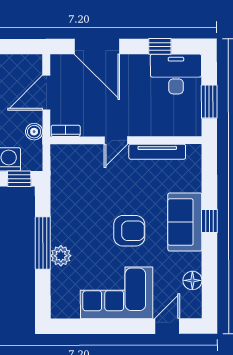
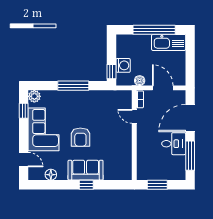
window: (160, 46) -> (190, 156), width x2.17
desk: (176, 74) -> (174, 144), moved, width x0.73
door: (116, 140) -> (134, 116), moved
tv unit: (157, 152) -> (127, 154), removed
plant: (61, 256) -> (34, 96), moved
window: (85, 326) -> (24, 111), added

